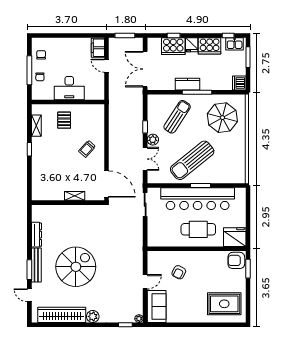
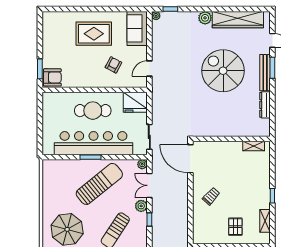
plant: (152, 179) -> (142, 164), added
shelving: (75, 196) -> (254, 146), moved
fridge: (235, 237) -> (135, 102), moved
spiral stairs: (76, 267) -> (223, 71), turned 90
door: (145, 282) -> (149, 69), moved
rug: (224, 304) -> (94, 34), moved

